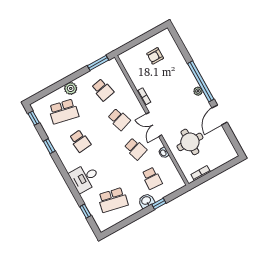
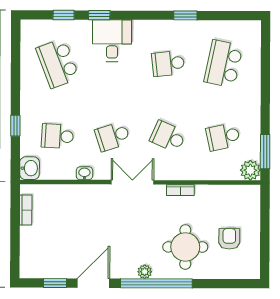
plant: (71, 88) -> (250, 170), moved
door: (219, 115) -> (93, 283), hinge flipped
window: (34, 118) -> (99, 15), moved
school desk: (119, 119) -> (168, 137), turned 42
window: (231, 136) -> (55, 283), added
round table: (190, 142) -> (185, 247), moved
school desk: (113, 200) -> (58, 63), turned -33
washbasin: (146, 201) -> (30, 168), moved

